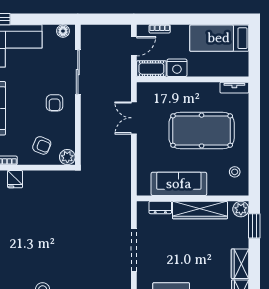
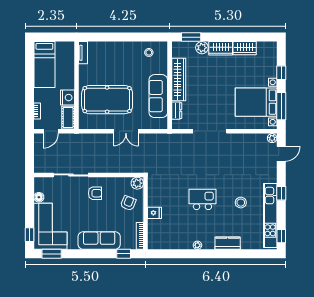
floor lamp: (63, 31) -> (39, 197), moved
door: (134, 46) -> (51, 131), swing flipped
double door: (134, 118) -> (126, 131), moved
pool table: (202, 131) -> (107, 100), moved, turned 90
fridge: (15, 179) -> (155, 213), moved
plant: (241, 209) -> (202, 48), moved
kitchen island: (47, 240) -> (202, 199), added

